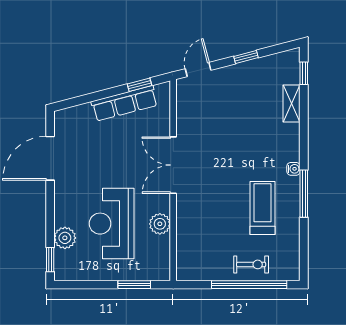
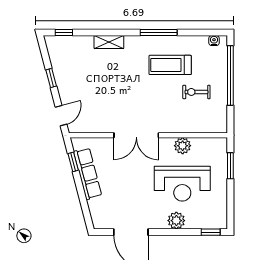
door: (198, 69) -> (61, 116), swing flipped
shelving: (292, 104) -> (109, 42), moved
water cooler: (293, 169) -> (214, 41), moved
plant: (65, 238) -> (176, 221), moved
exercise bike: (251, 264) -> (196, 92), moved, turned -90

